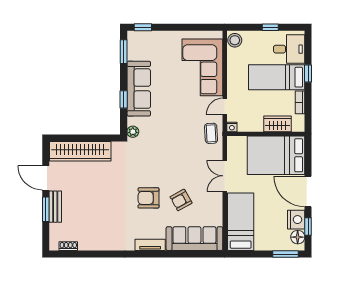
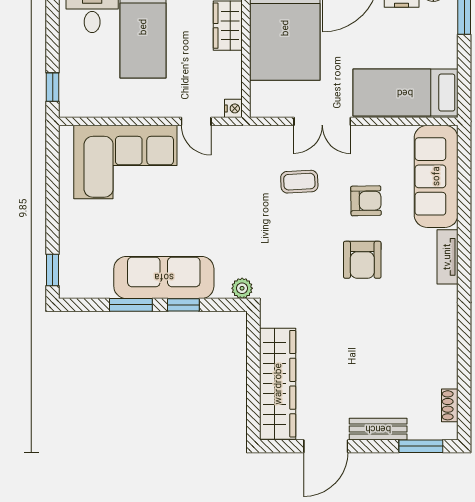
window: (270, 27) -> (53, 87), moved
stool: (235, 40) -> (76, 103), removed
window: (124, 52) -> (131, 305), moved
coffee table: (211, 133) -> (299, 182), moved
armchair: (181, 200) -> (366, 201), turned -62
window: (46, 209) -> (421, 446), moved

